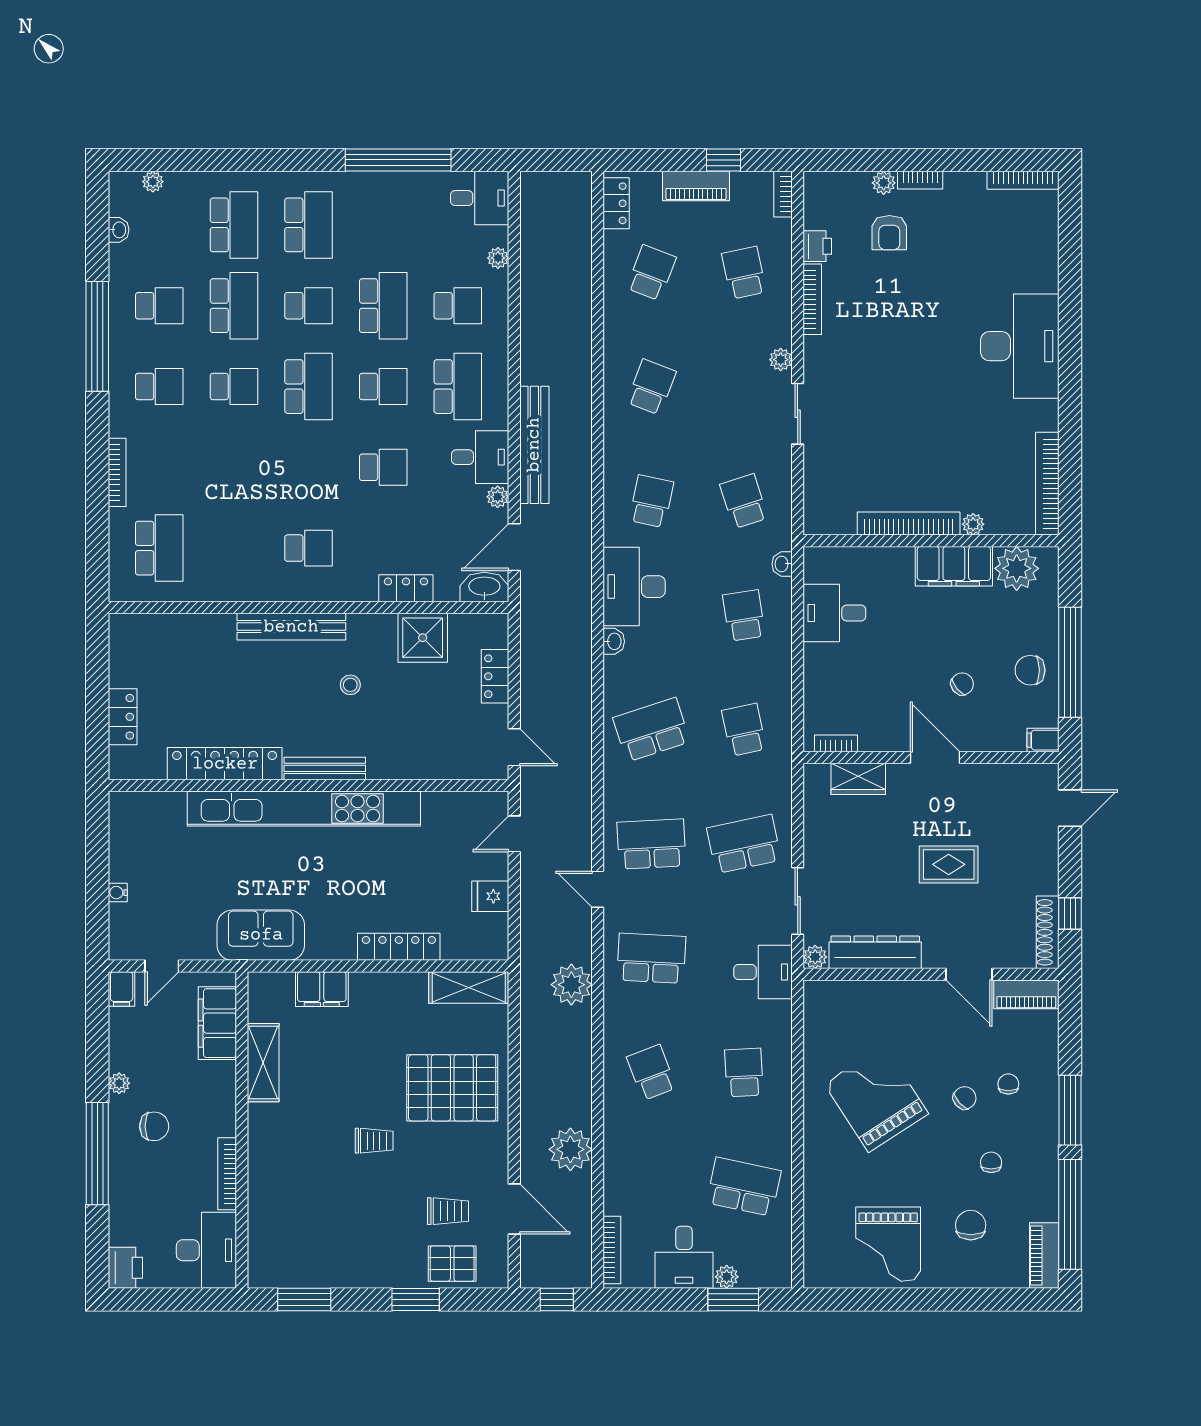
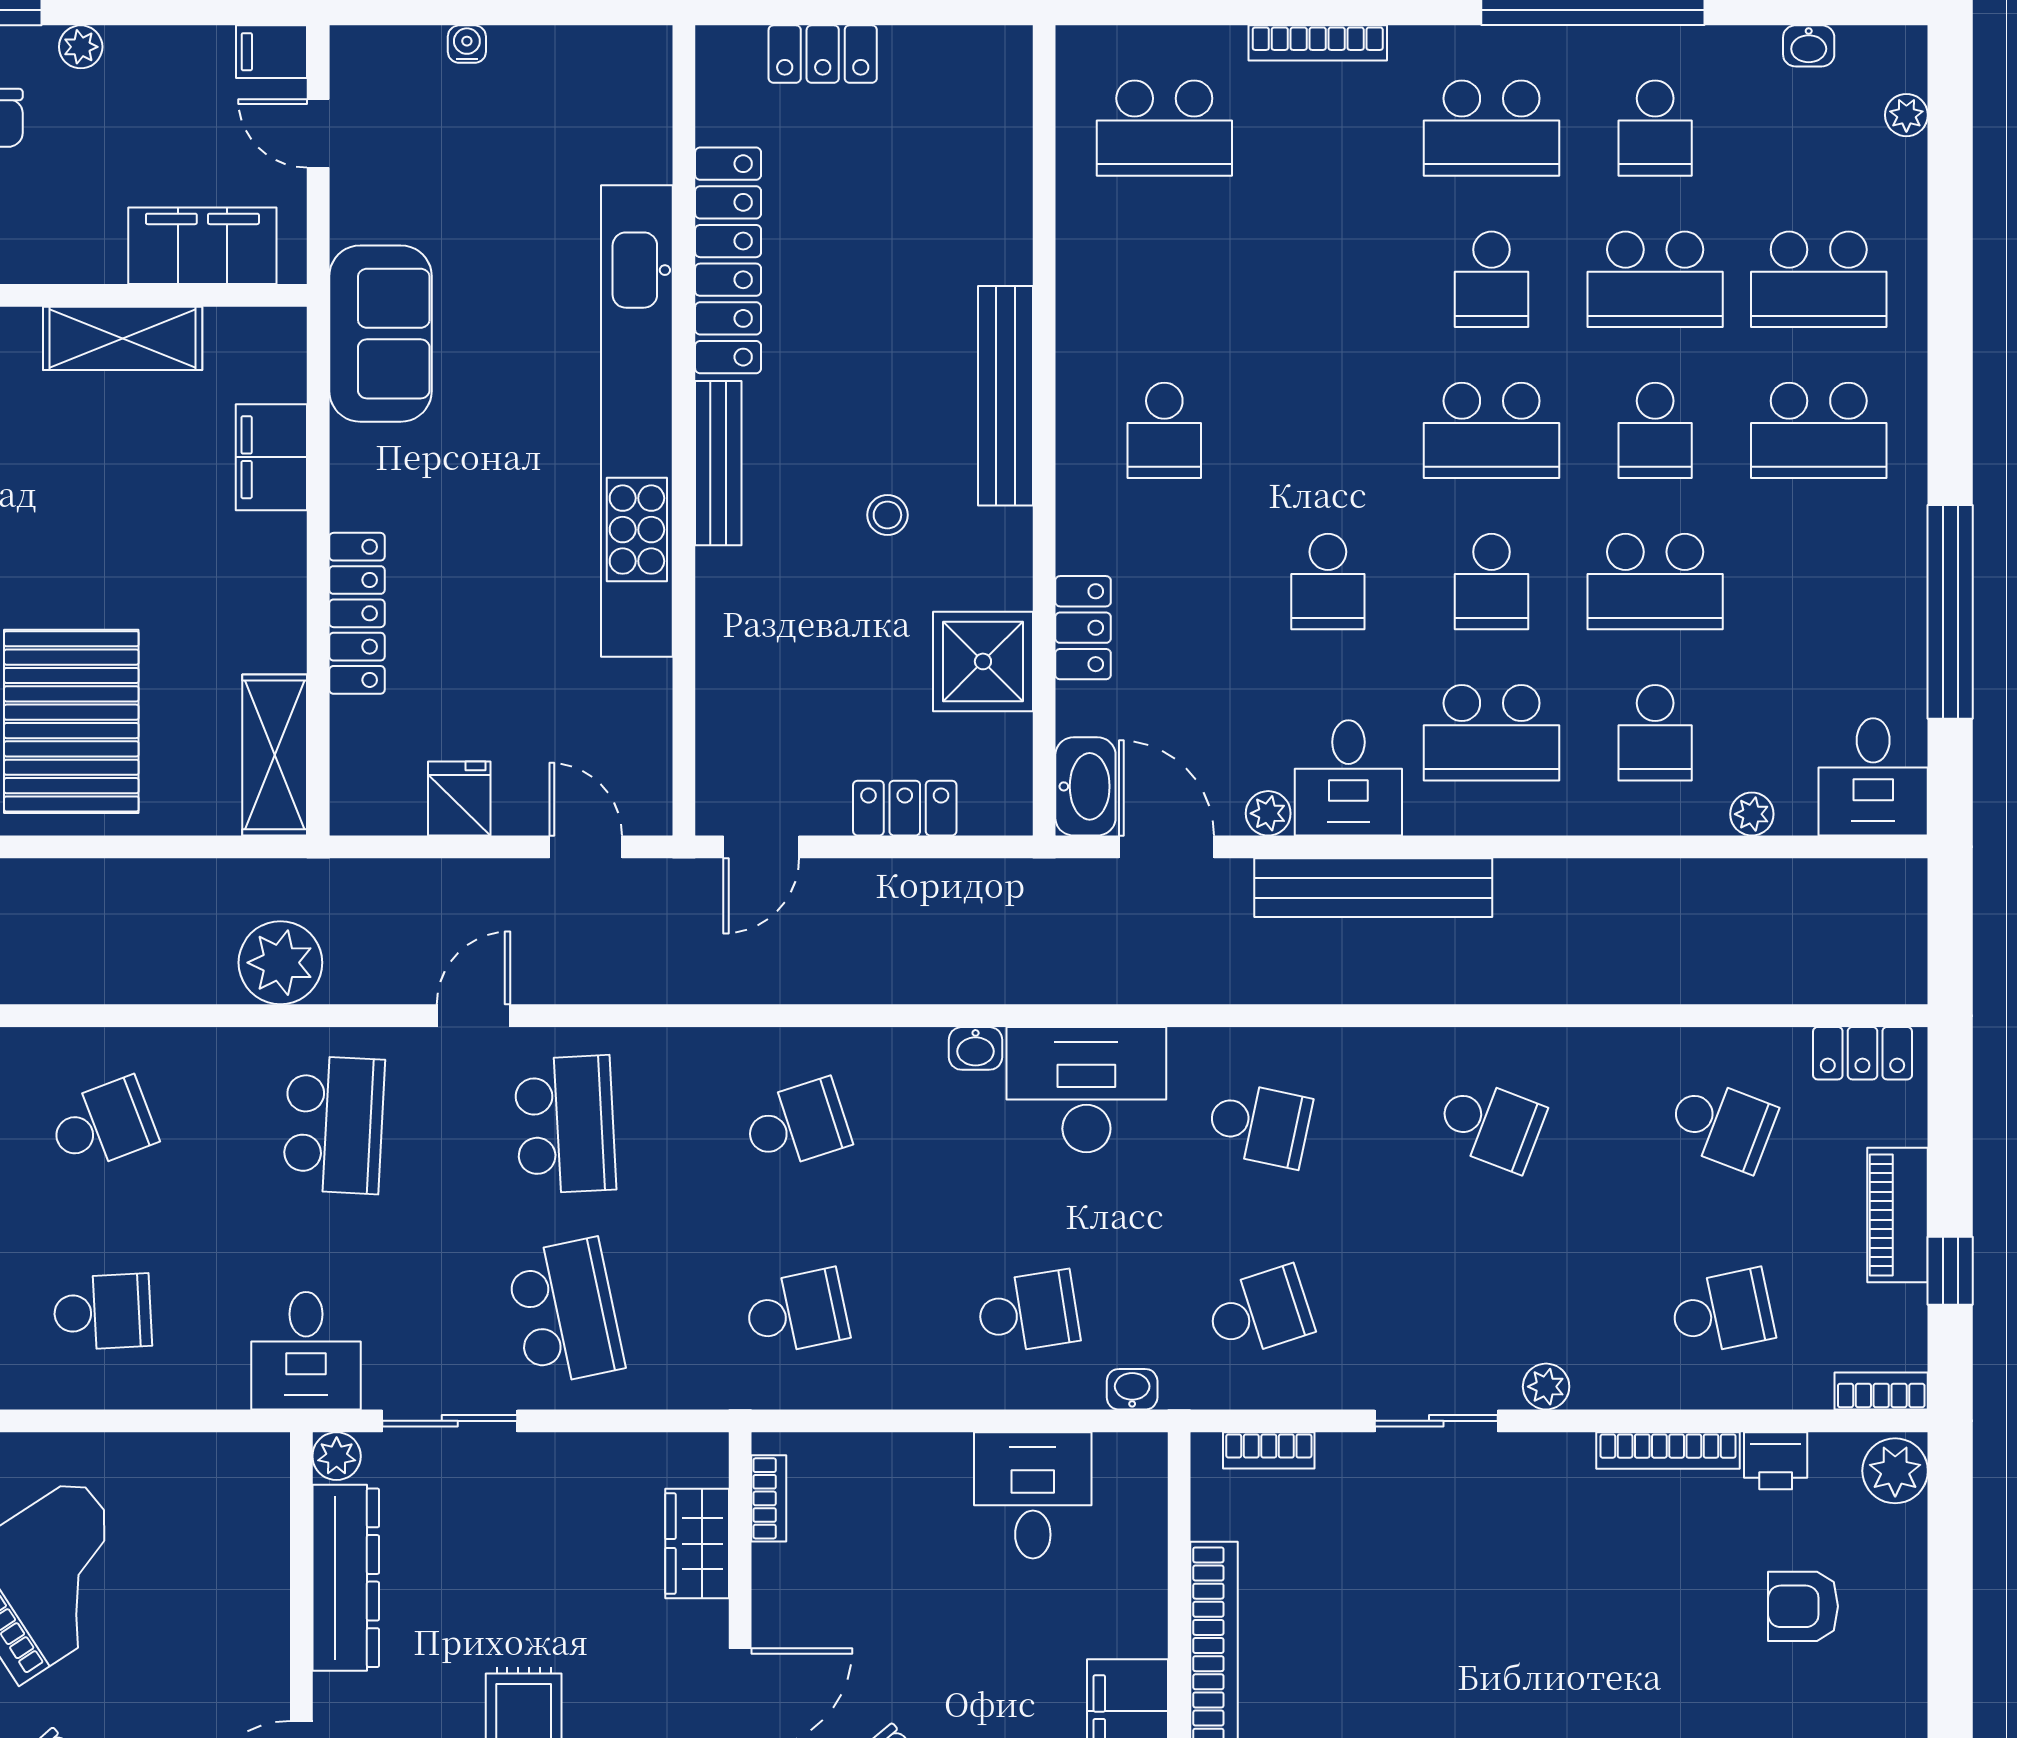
bookcase: (920, 180) -> (1269, 1450), moved, turned -90
plant: (884, 183) -> (1895, 1471), moved, width x1.38, depth x1.38
school desk: (159, 387) -> (1492, 128), width x1.85
school desk: (651, 730) -> (797, 1125), width x0.54

